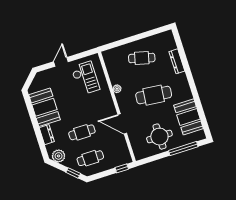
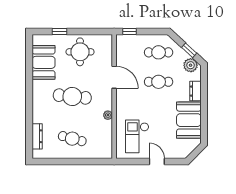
dresser: (177, 61) -> (37, 136), moved
door: (61, 62) -> (157, 161), swing flipped
window: (183, 149) -> (59, 31), width x0.46
window: (73, 173) -> (189, 50), moved

